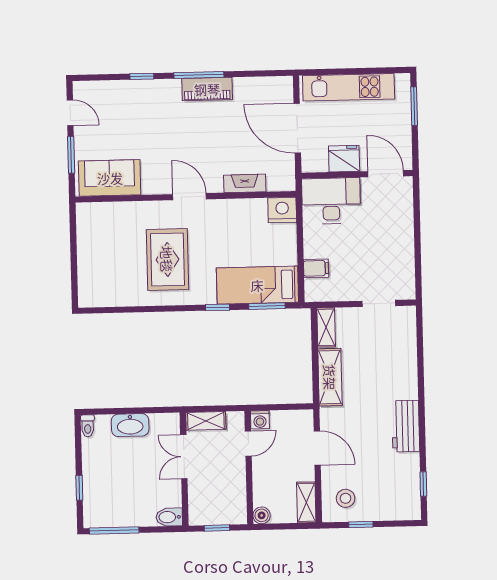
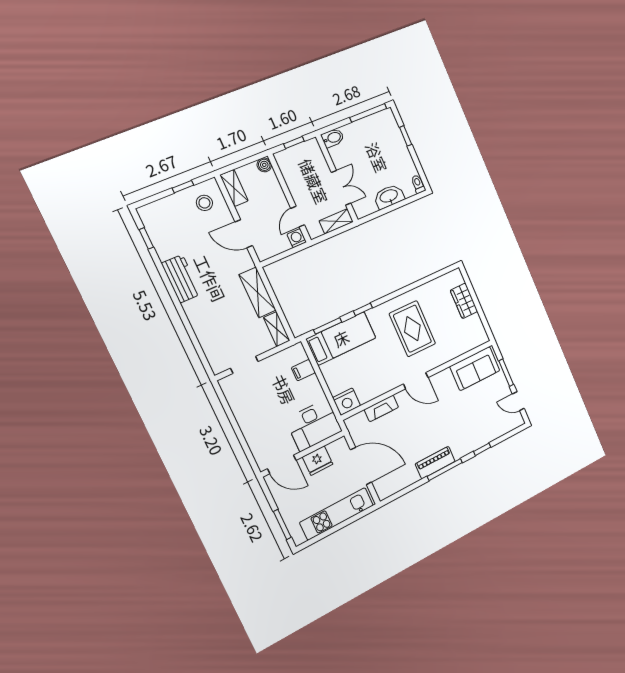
wardrobe: (89, 265) -> (464, 301), added

